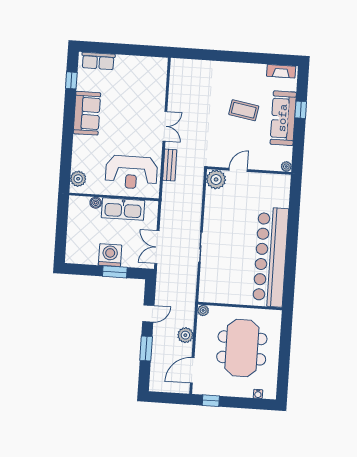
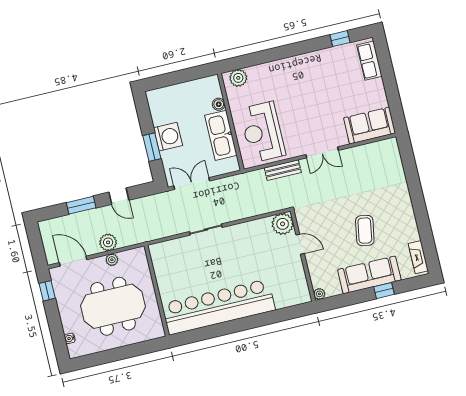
sofa: (87, 113) -> (370, 126), moved, turned 180
plant: (203, 310) -> (112, 260), moved

